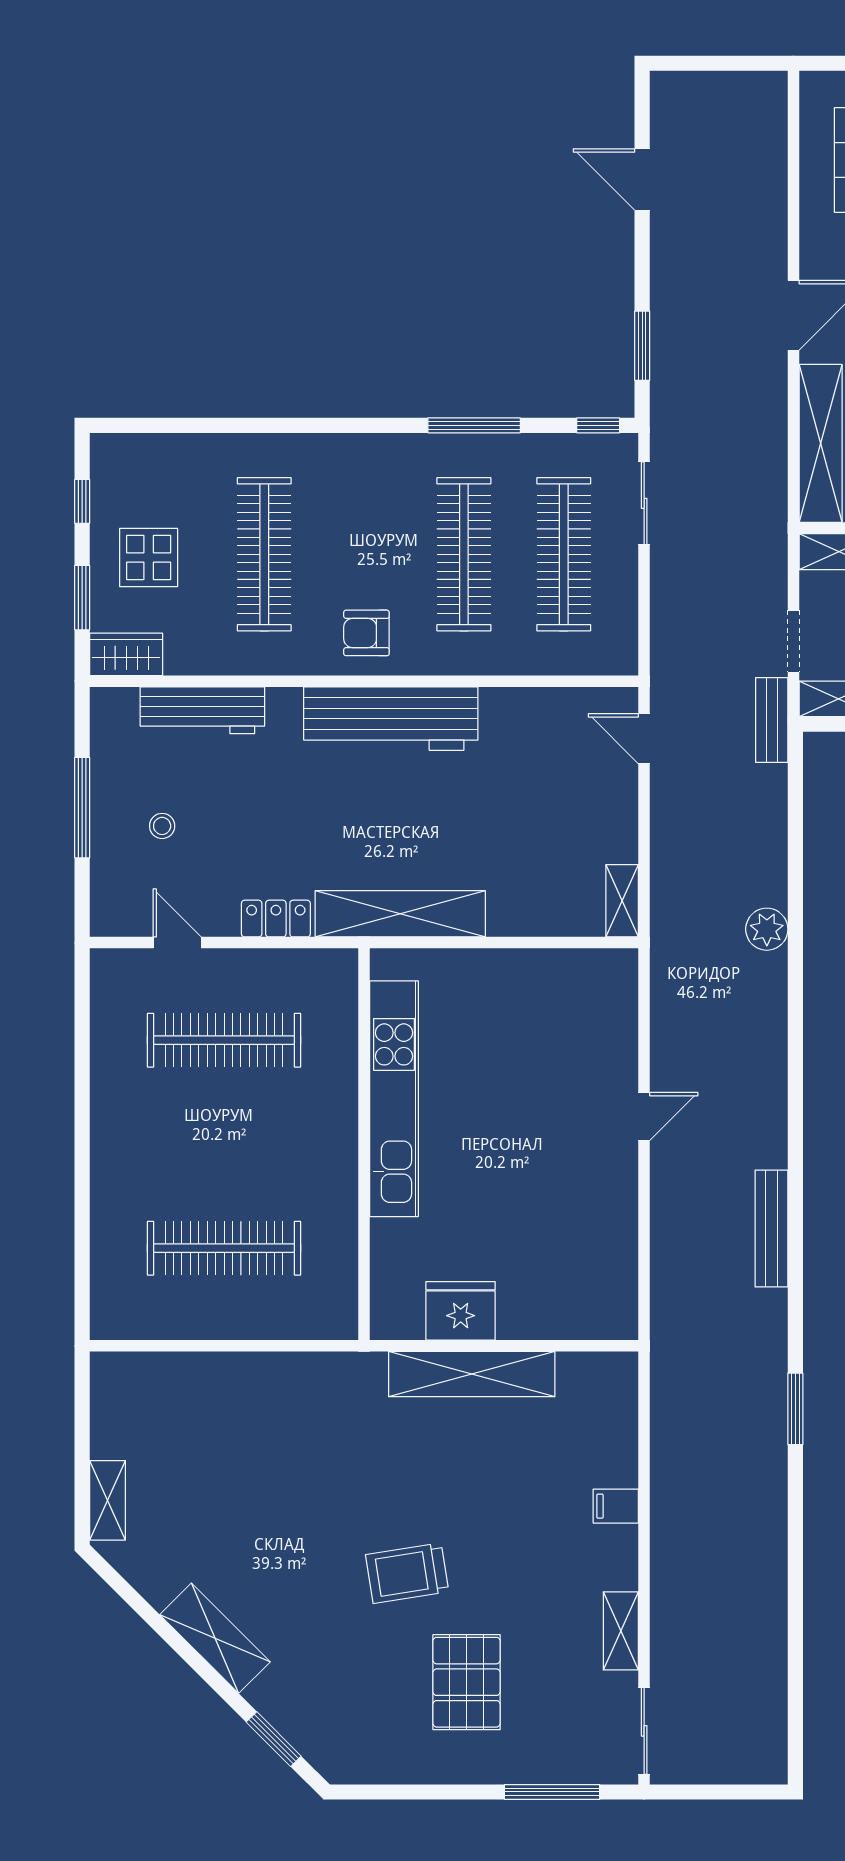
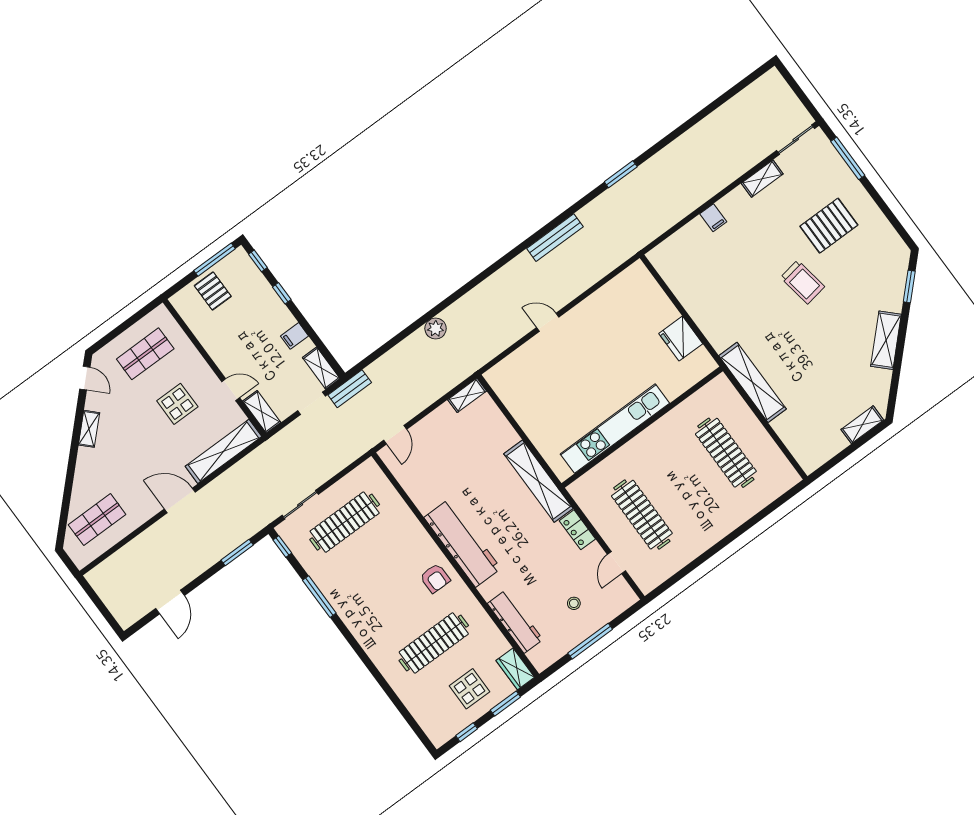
clothes rail: (464, 554) -> (374, 562), removed
shelving: (472, 1374) -> (752, 382), moved

